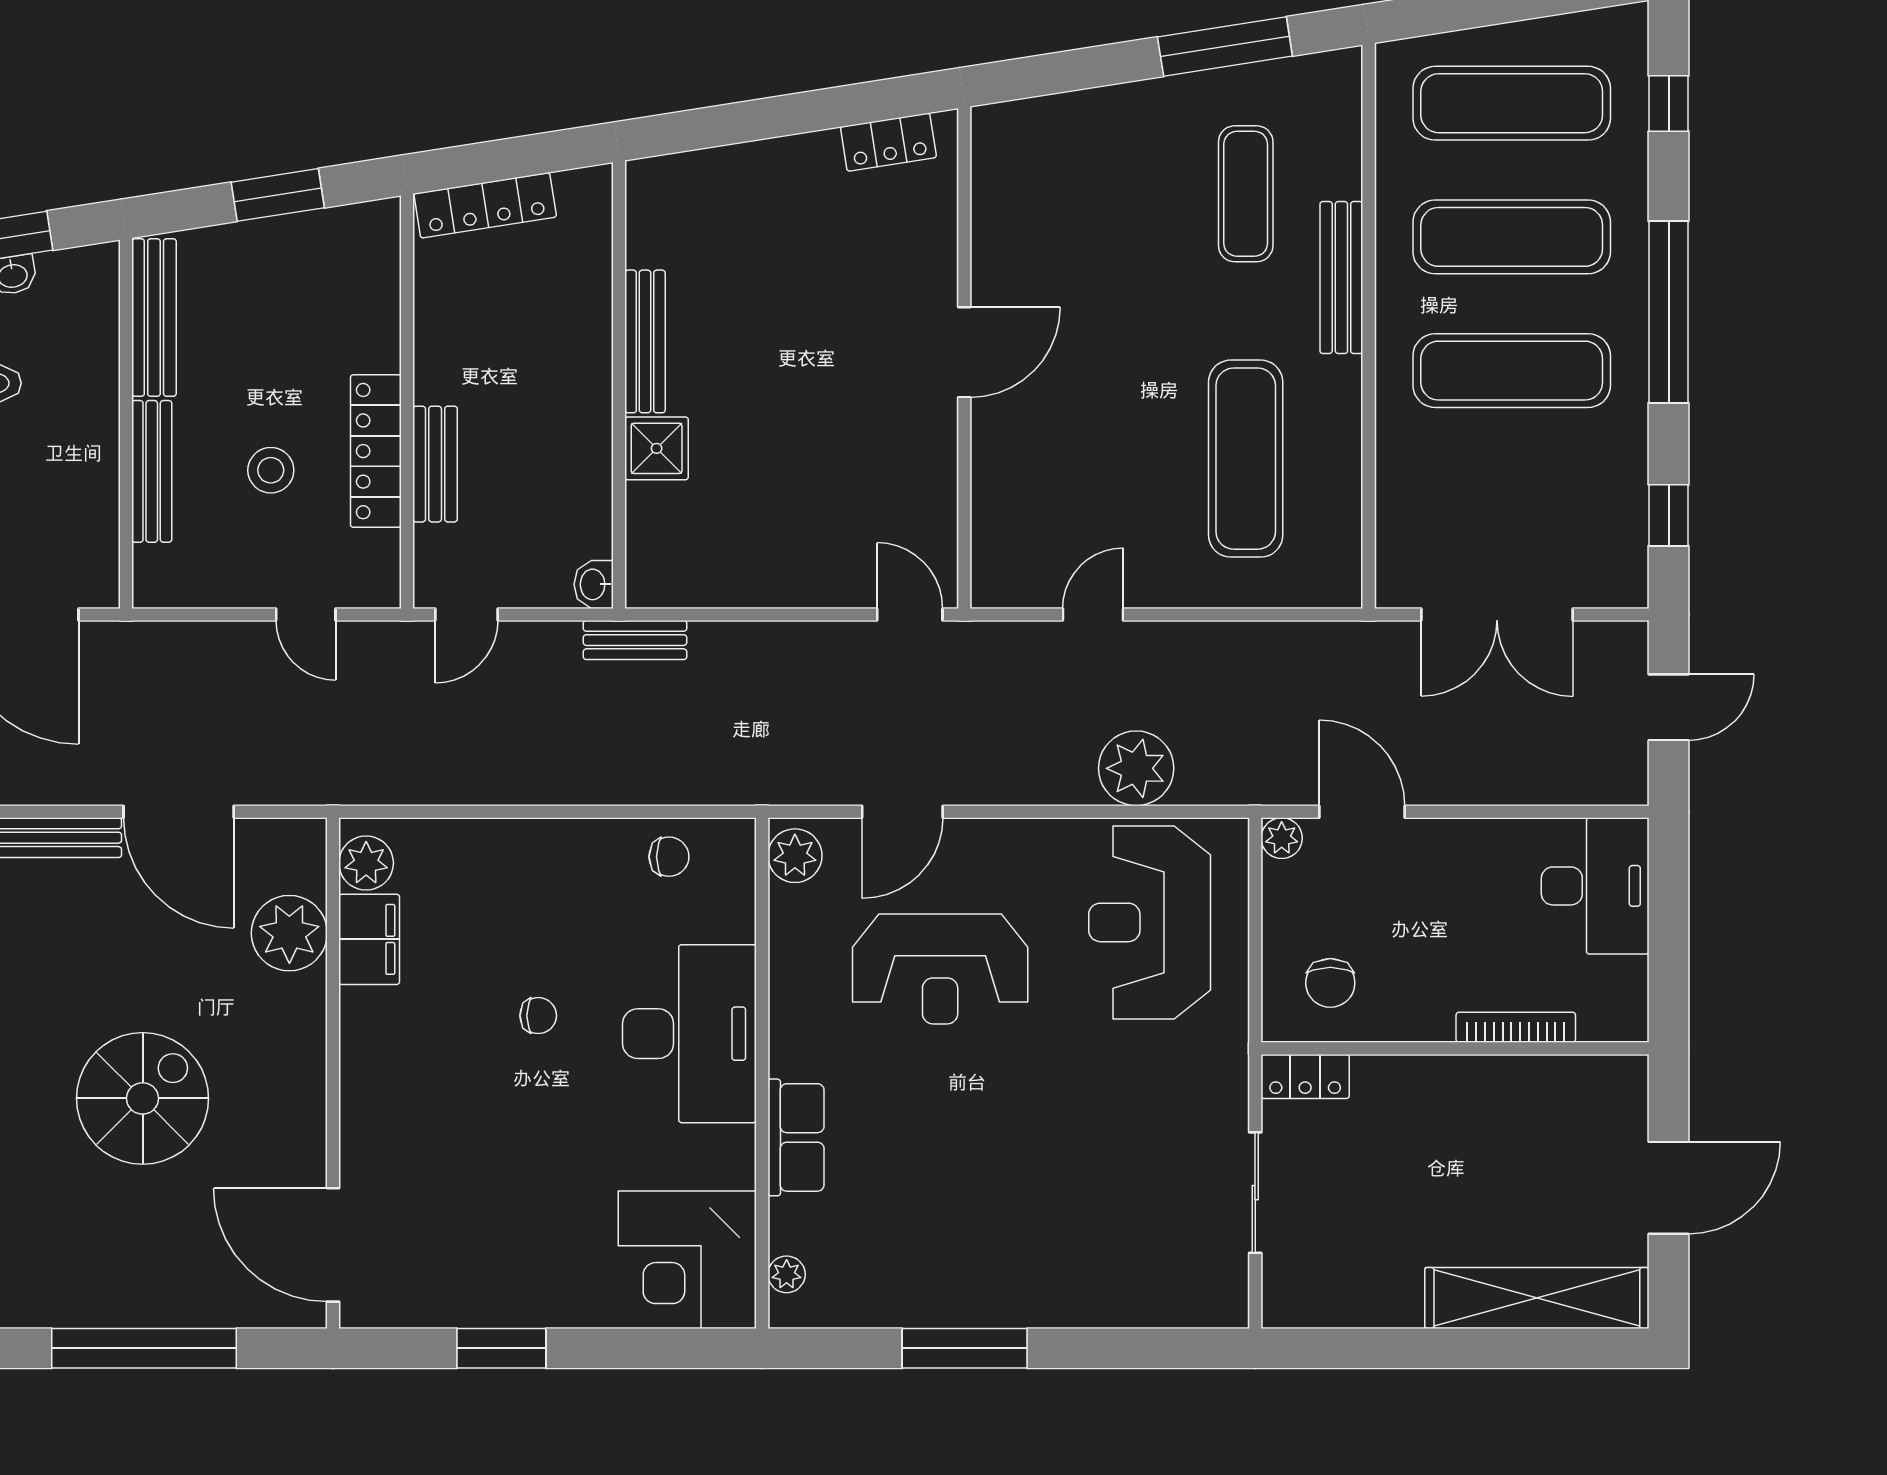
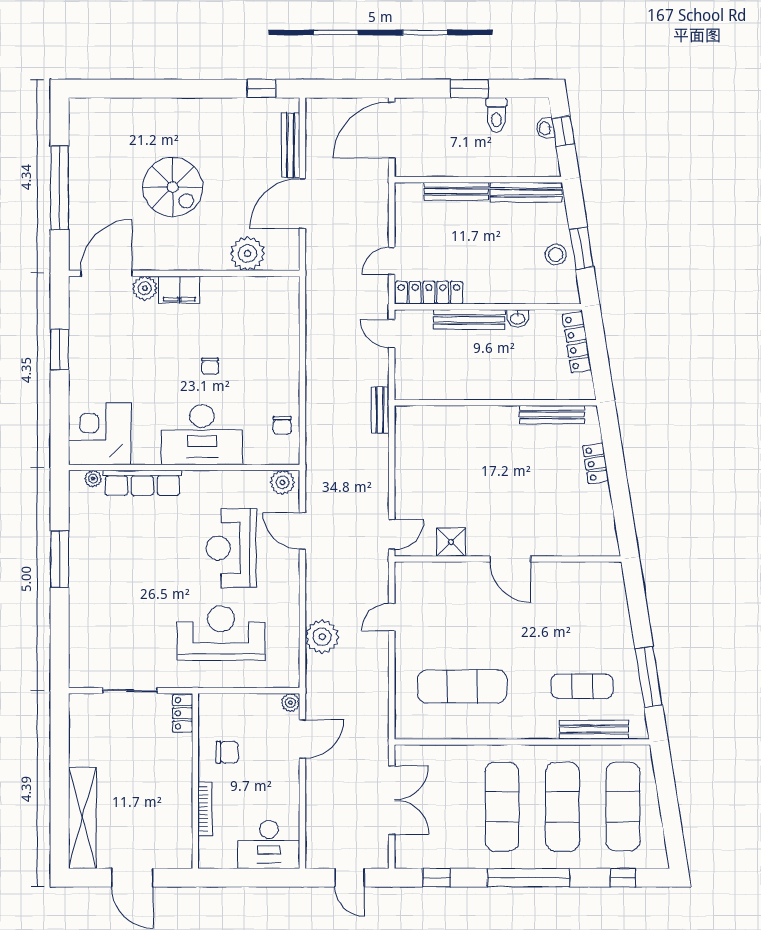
locker: (888, 142) -> (596, 463), moved
bench: (1341, 278) -> (594, 730), moved
bench: (645, 341) -> (552, 415), moved
shower: (657, 448) -> (451, 542), moved
locker: (376, 451) -> (429, 293), moved
bench: (435, 464) -> (469, 320), width x1.36
stool: (271, 470) -> (556, 254), moved
washbasin: (594, 584) -> (518, 318), moved, turned 180
door: (1093, 614) -> (392, 617), swing flipped
double door: (1497, 614) -> (392, 800), swing flipped
plant: (366, 863) -> (145, 288), moved
reception desk: (1150, 922) -> (221, 633), moved
filing cabinet: (369, 939) -> (179, 290), moved
chair: (1330, 983) -> (227, 752), moved, turned 180
row of seats: (796, 1137) -> (142, 483), width x1.48

